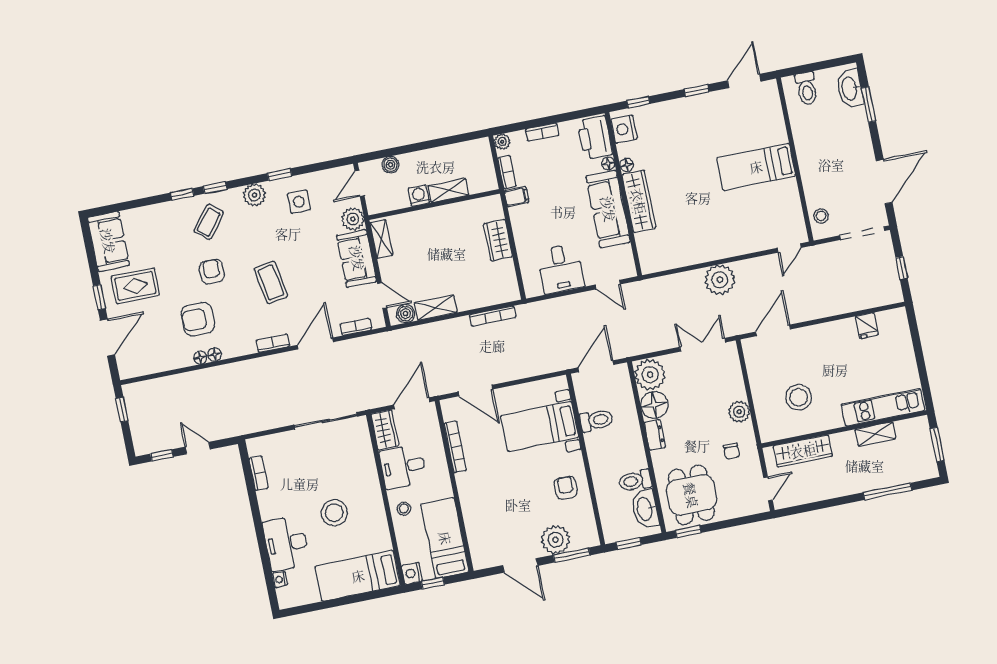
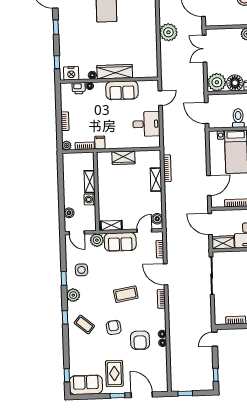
printer: (595, 138) -> (79, 88), width x0.53, depth x0.68
window: (182, 194) -> (67, 375), moved
sofa: (608, 209) -> (122, 90), width x0.73
armchair: (212, 272) -> (114, 327), turned 83
shelving: (436, 308) -> (156, 180), moved
door: (198, 448) -> (215, 339), moved

